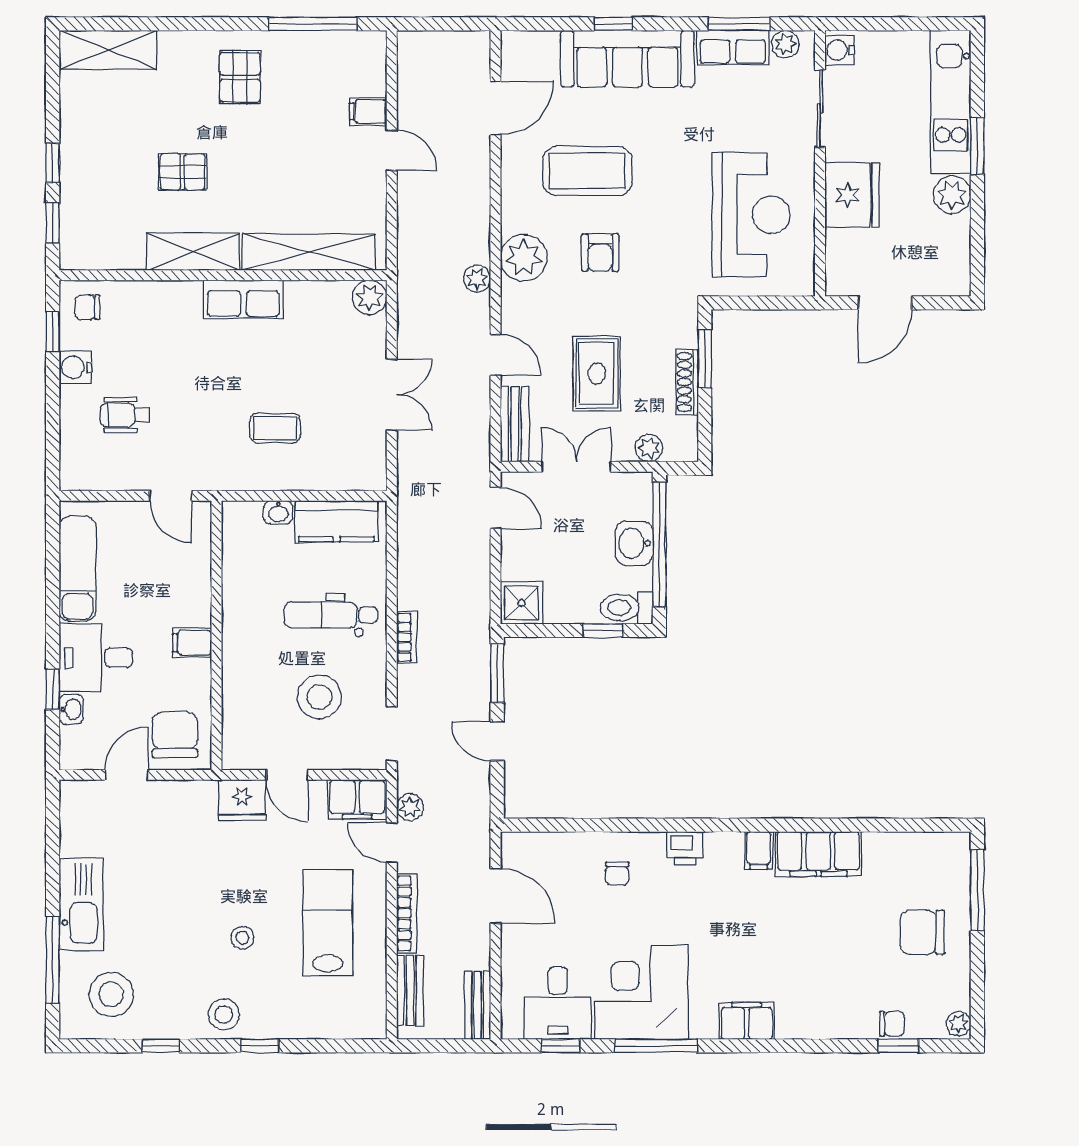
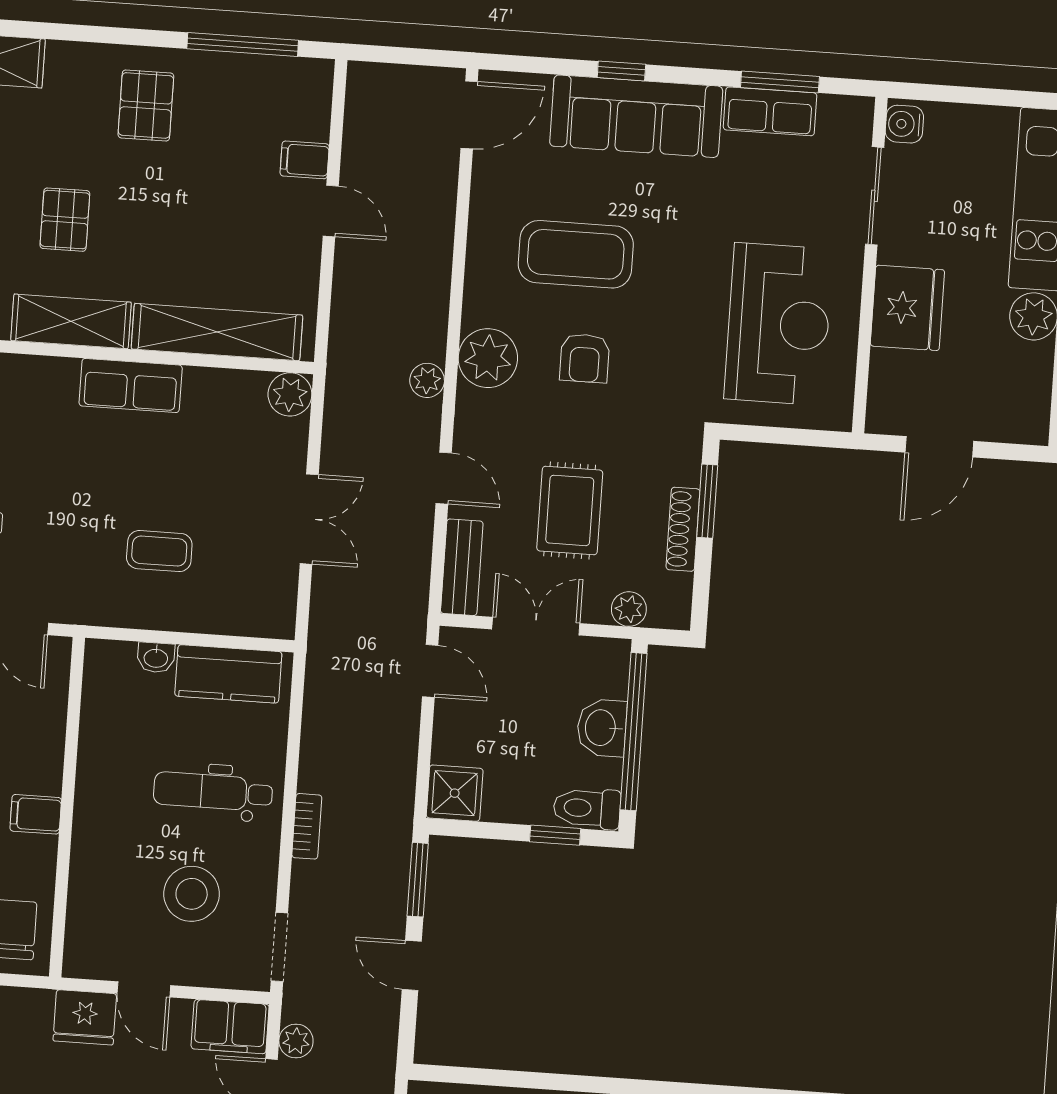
plant: (785, 44) -> (836, 112), removed
door: (495, 108) -> (469, 115), moved
pallet: (182, 172) -> (65, 220), turned 90

